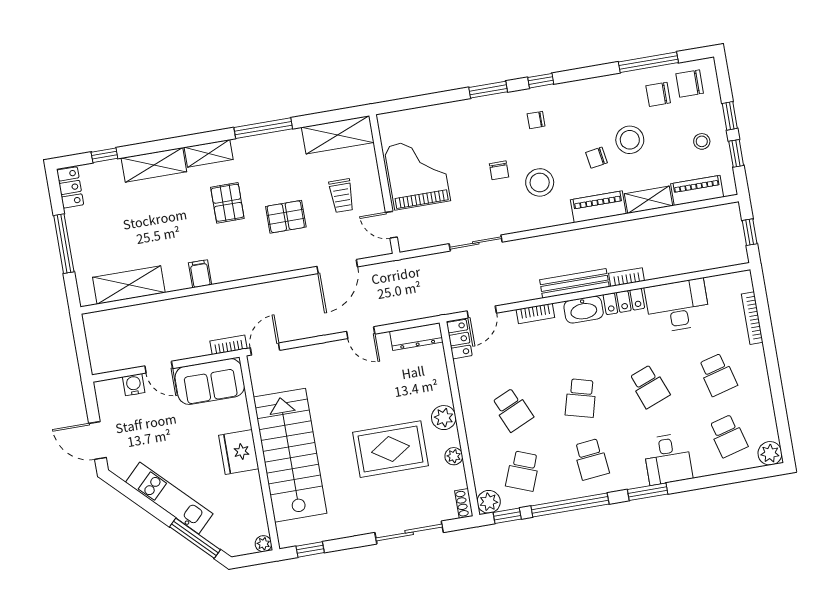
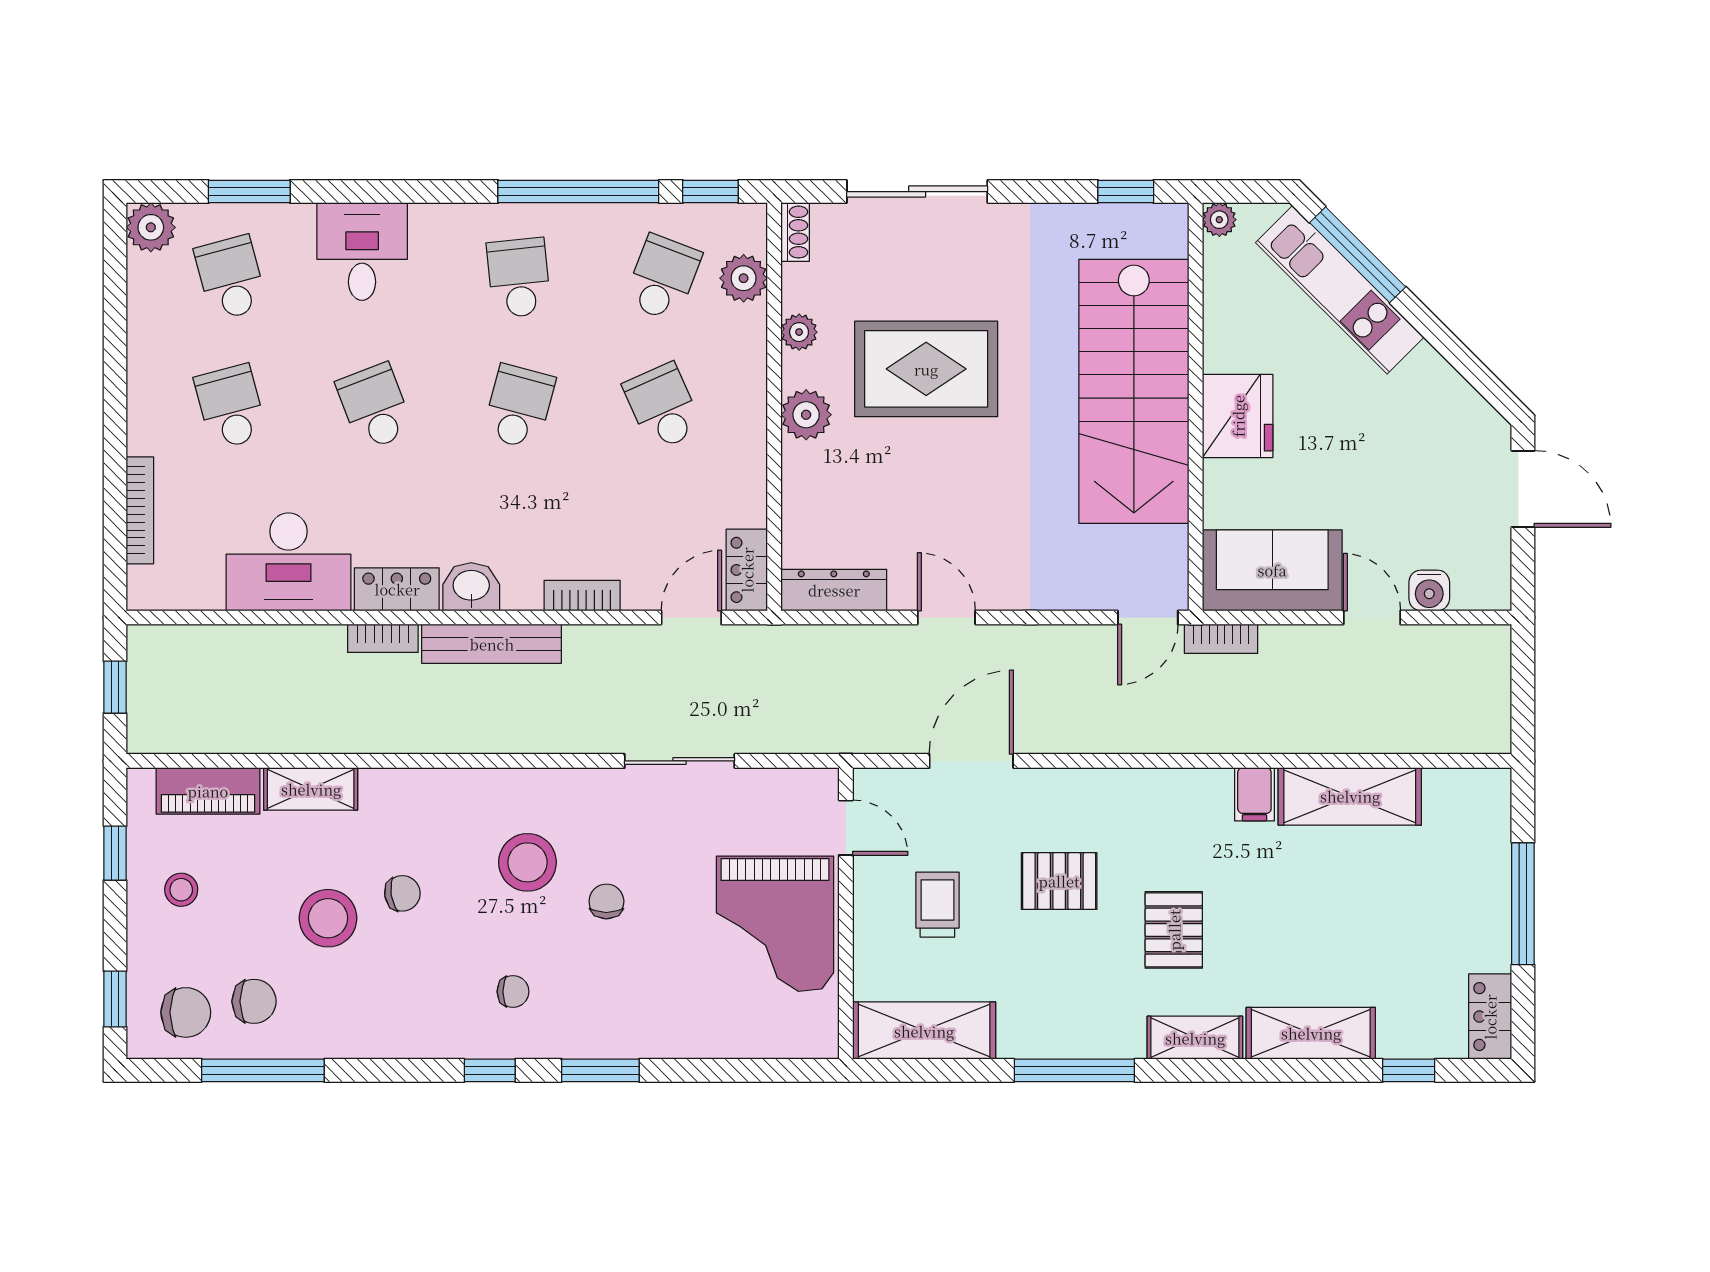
window: (730, 116) -> (115, 999), moved
piano: (598, 207) -> (416, 792), removed
shelving: (129, 285) -> (1350, 796), moved
washbasin: (584, 310) -> (471, 587), width x0.72
window: (648, 492) -> (249, 192), moved
kitchen unit: (169, 498) -> (1340, 290), moved
plant: (489, 502) -> (744, 278), moved

